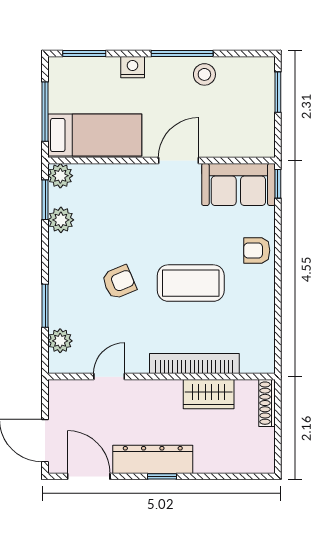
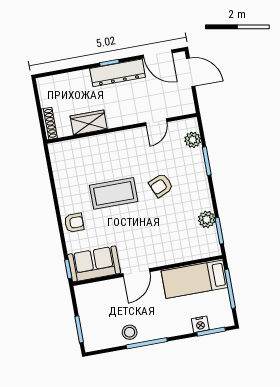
nightstand: (133, 67) -> (200, 324), moved
plant: (60, 176) -> (212, 248), removed
bookcase: (194, 364) -> (102, 141), removed

